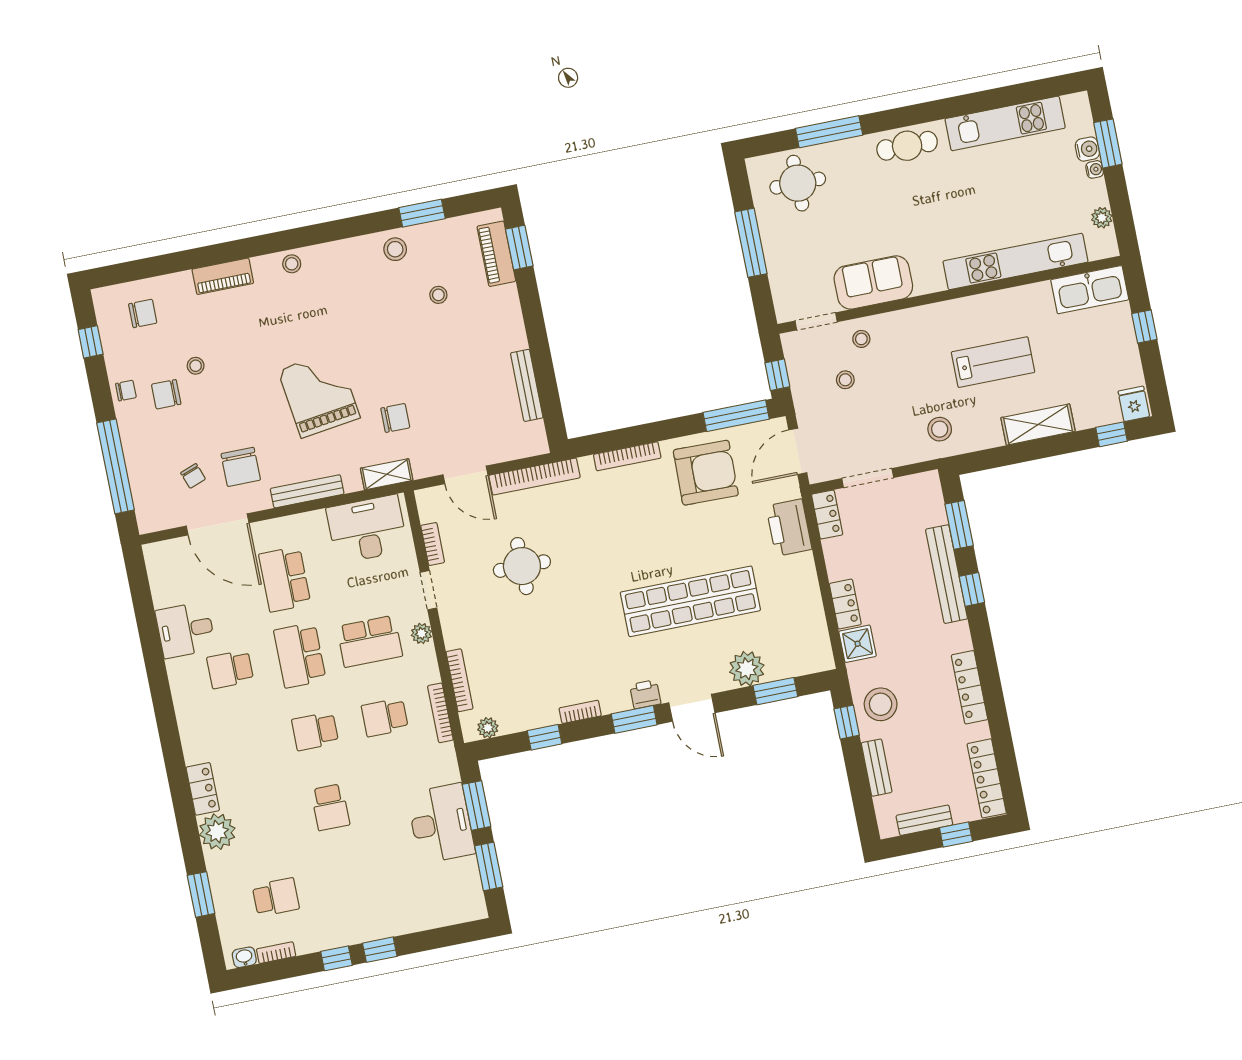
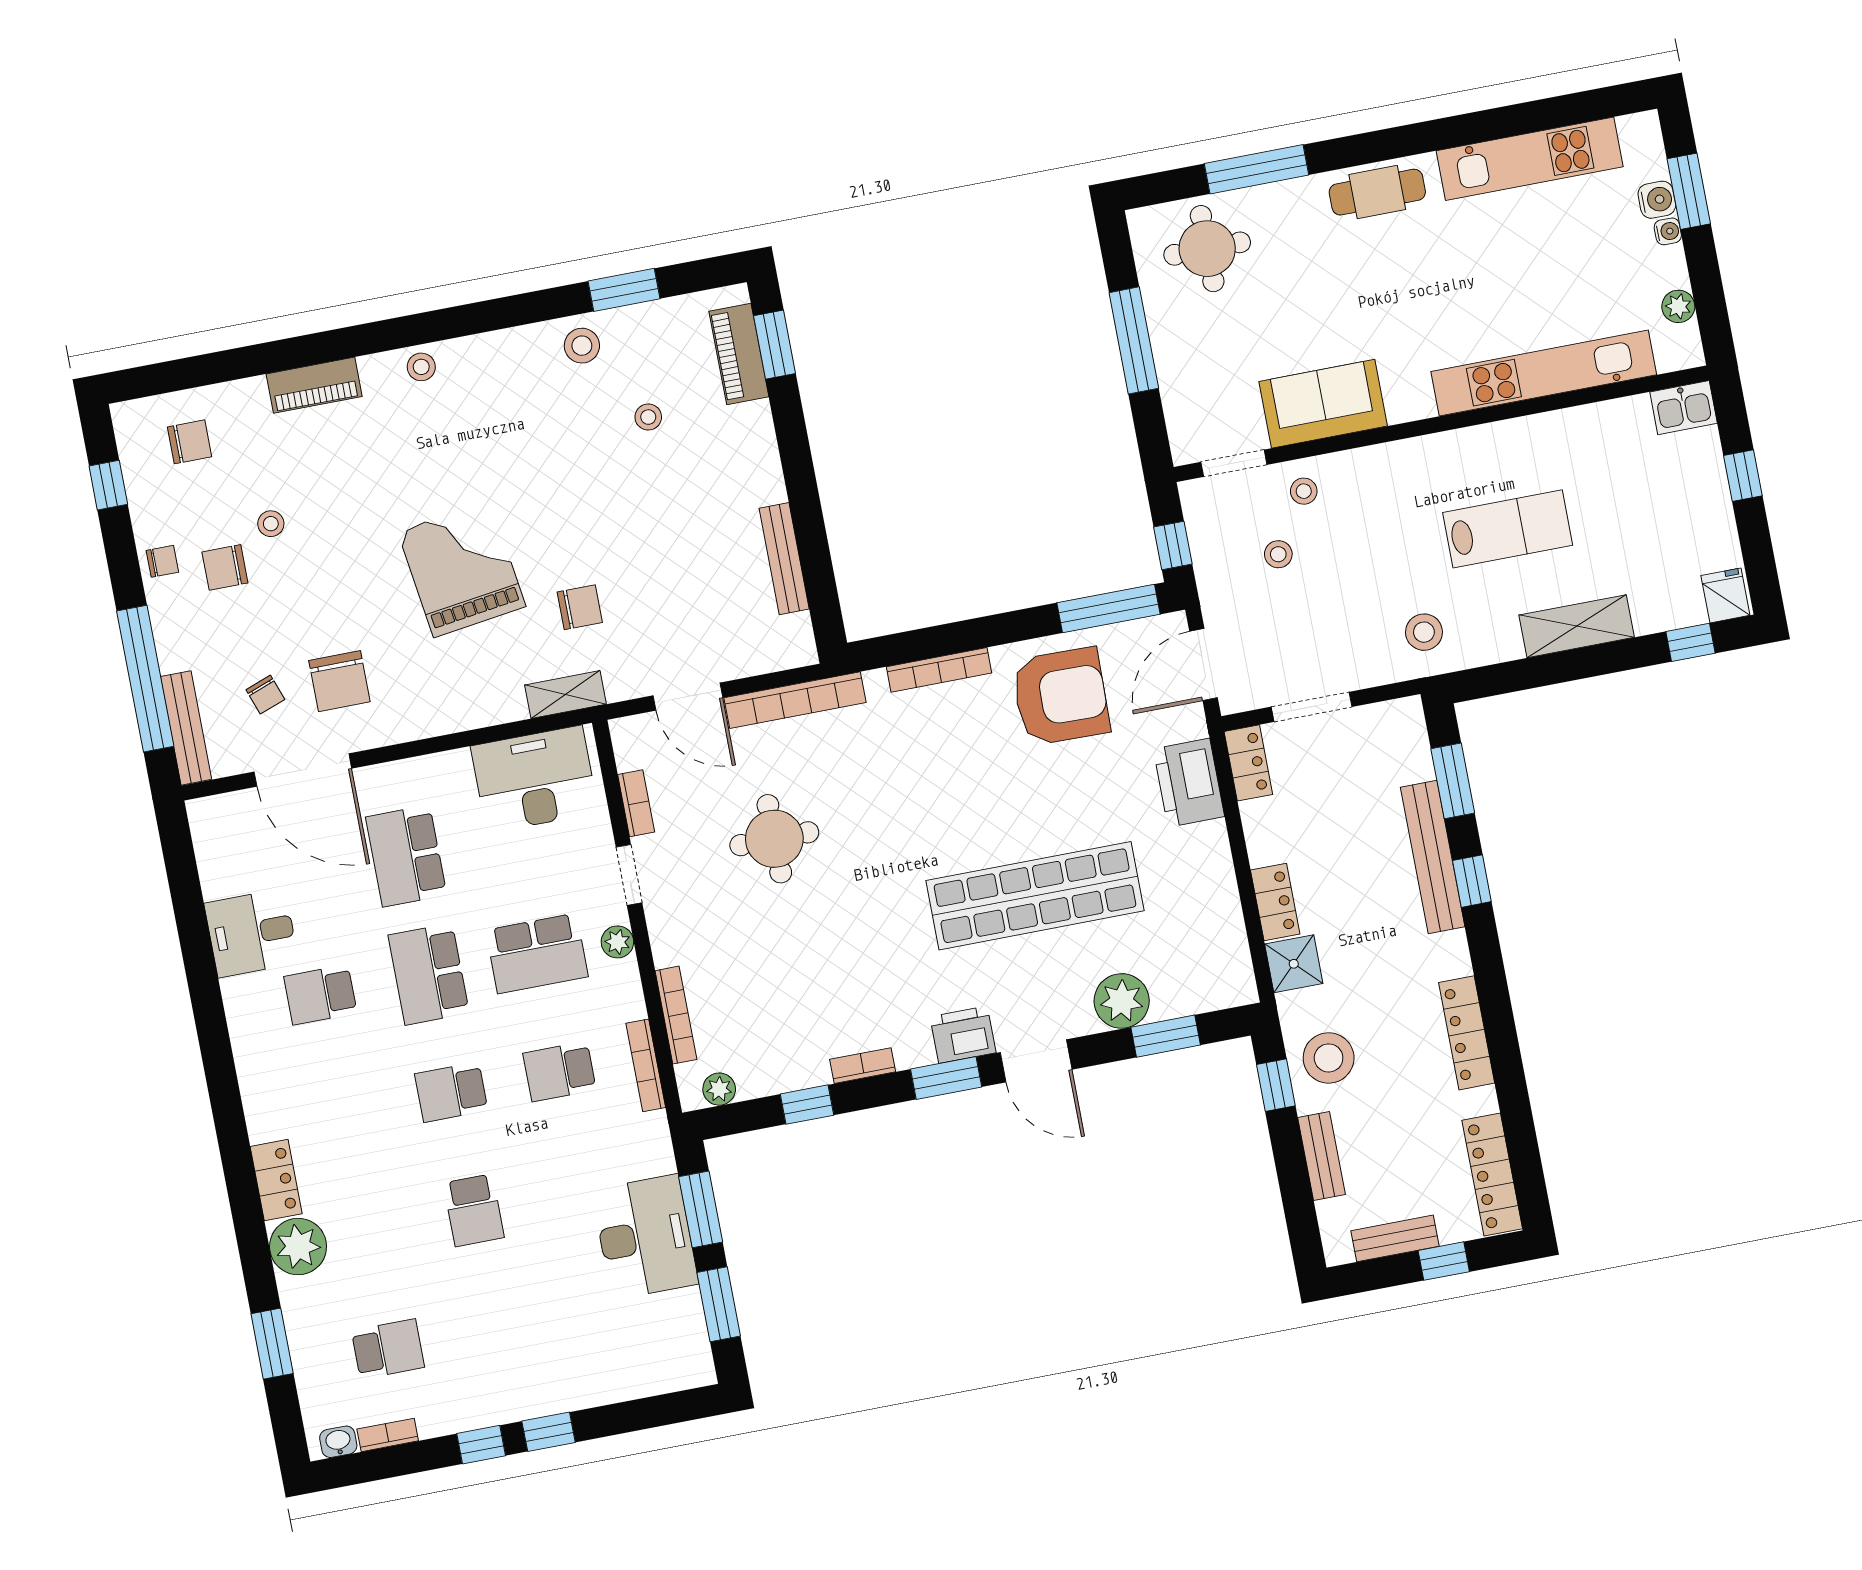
kitchen sink: (1090, 290) -> (1684, 408), width x0.53, depth x0.81
bench: (307, 491) -> (186, 728), moved, turned 90
printer: (645, 694) -> (963, 1035), width x1.36, depth x1.24

